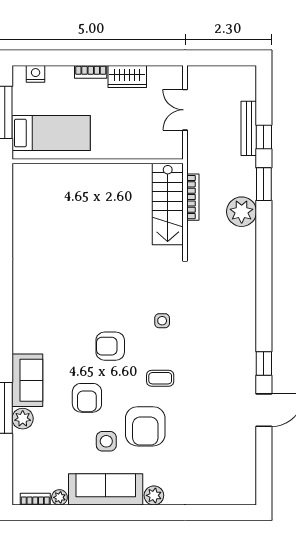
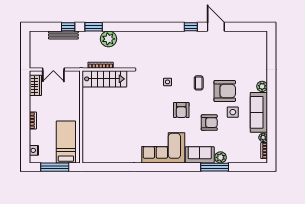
wardrobe: (127, 77) -> (35, 85), moved
corner sofa: (40, 313) -> (163, 148), added

